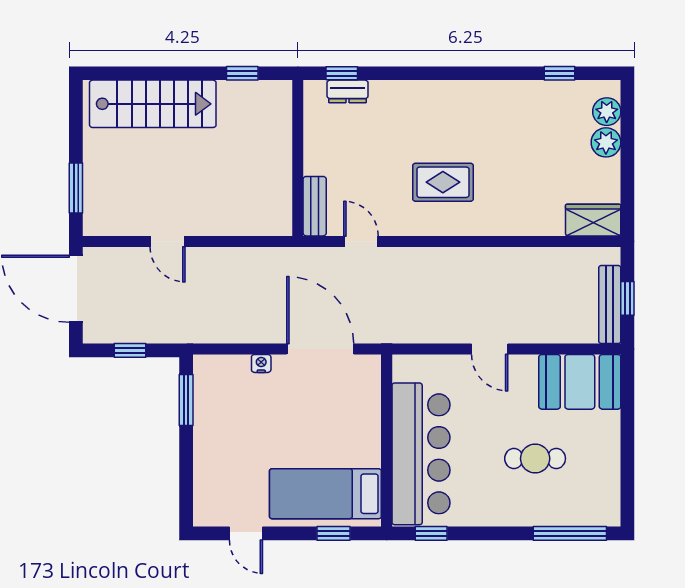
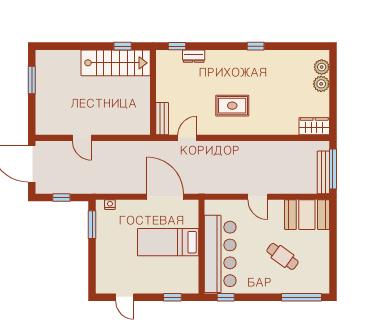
window: (559, 73) -> (256, 46), moved
dresser: (348, 91) -> (194, 56), moved
stairs: (153, 104) -> (116, 63), moved
window: (76, 188) -> (32, 80), moved
door: (361, 241) -> (187, 138), hinge flipped
window: (627, 298) -> (333, 169), width x2.17
nightstand: (261, 363) -> (110, 205), moved
cafe table: (535, 459) -> (283, 256), turned 36
bed: (325, 494) -> (168, 242), moved

